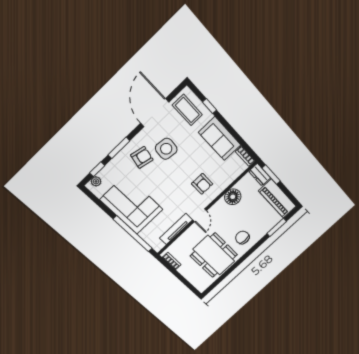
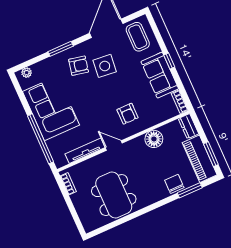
window: (209, 106) -> (169, 61), moved
window: (97, 169) -> (32, 61), removed
window: (271, 175) -> (211, 154), moved
door: (200, 215) -> (114, 146), swing flipped
chair: (242, 237) -> (174, 184), moved

